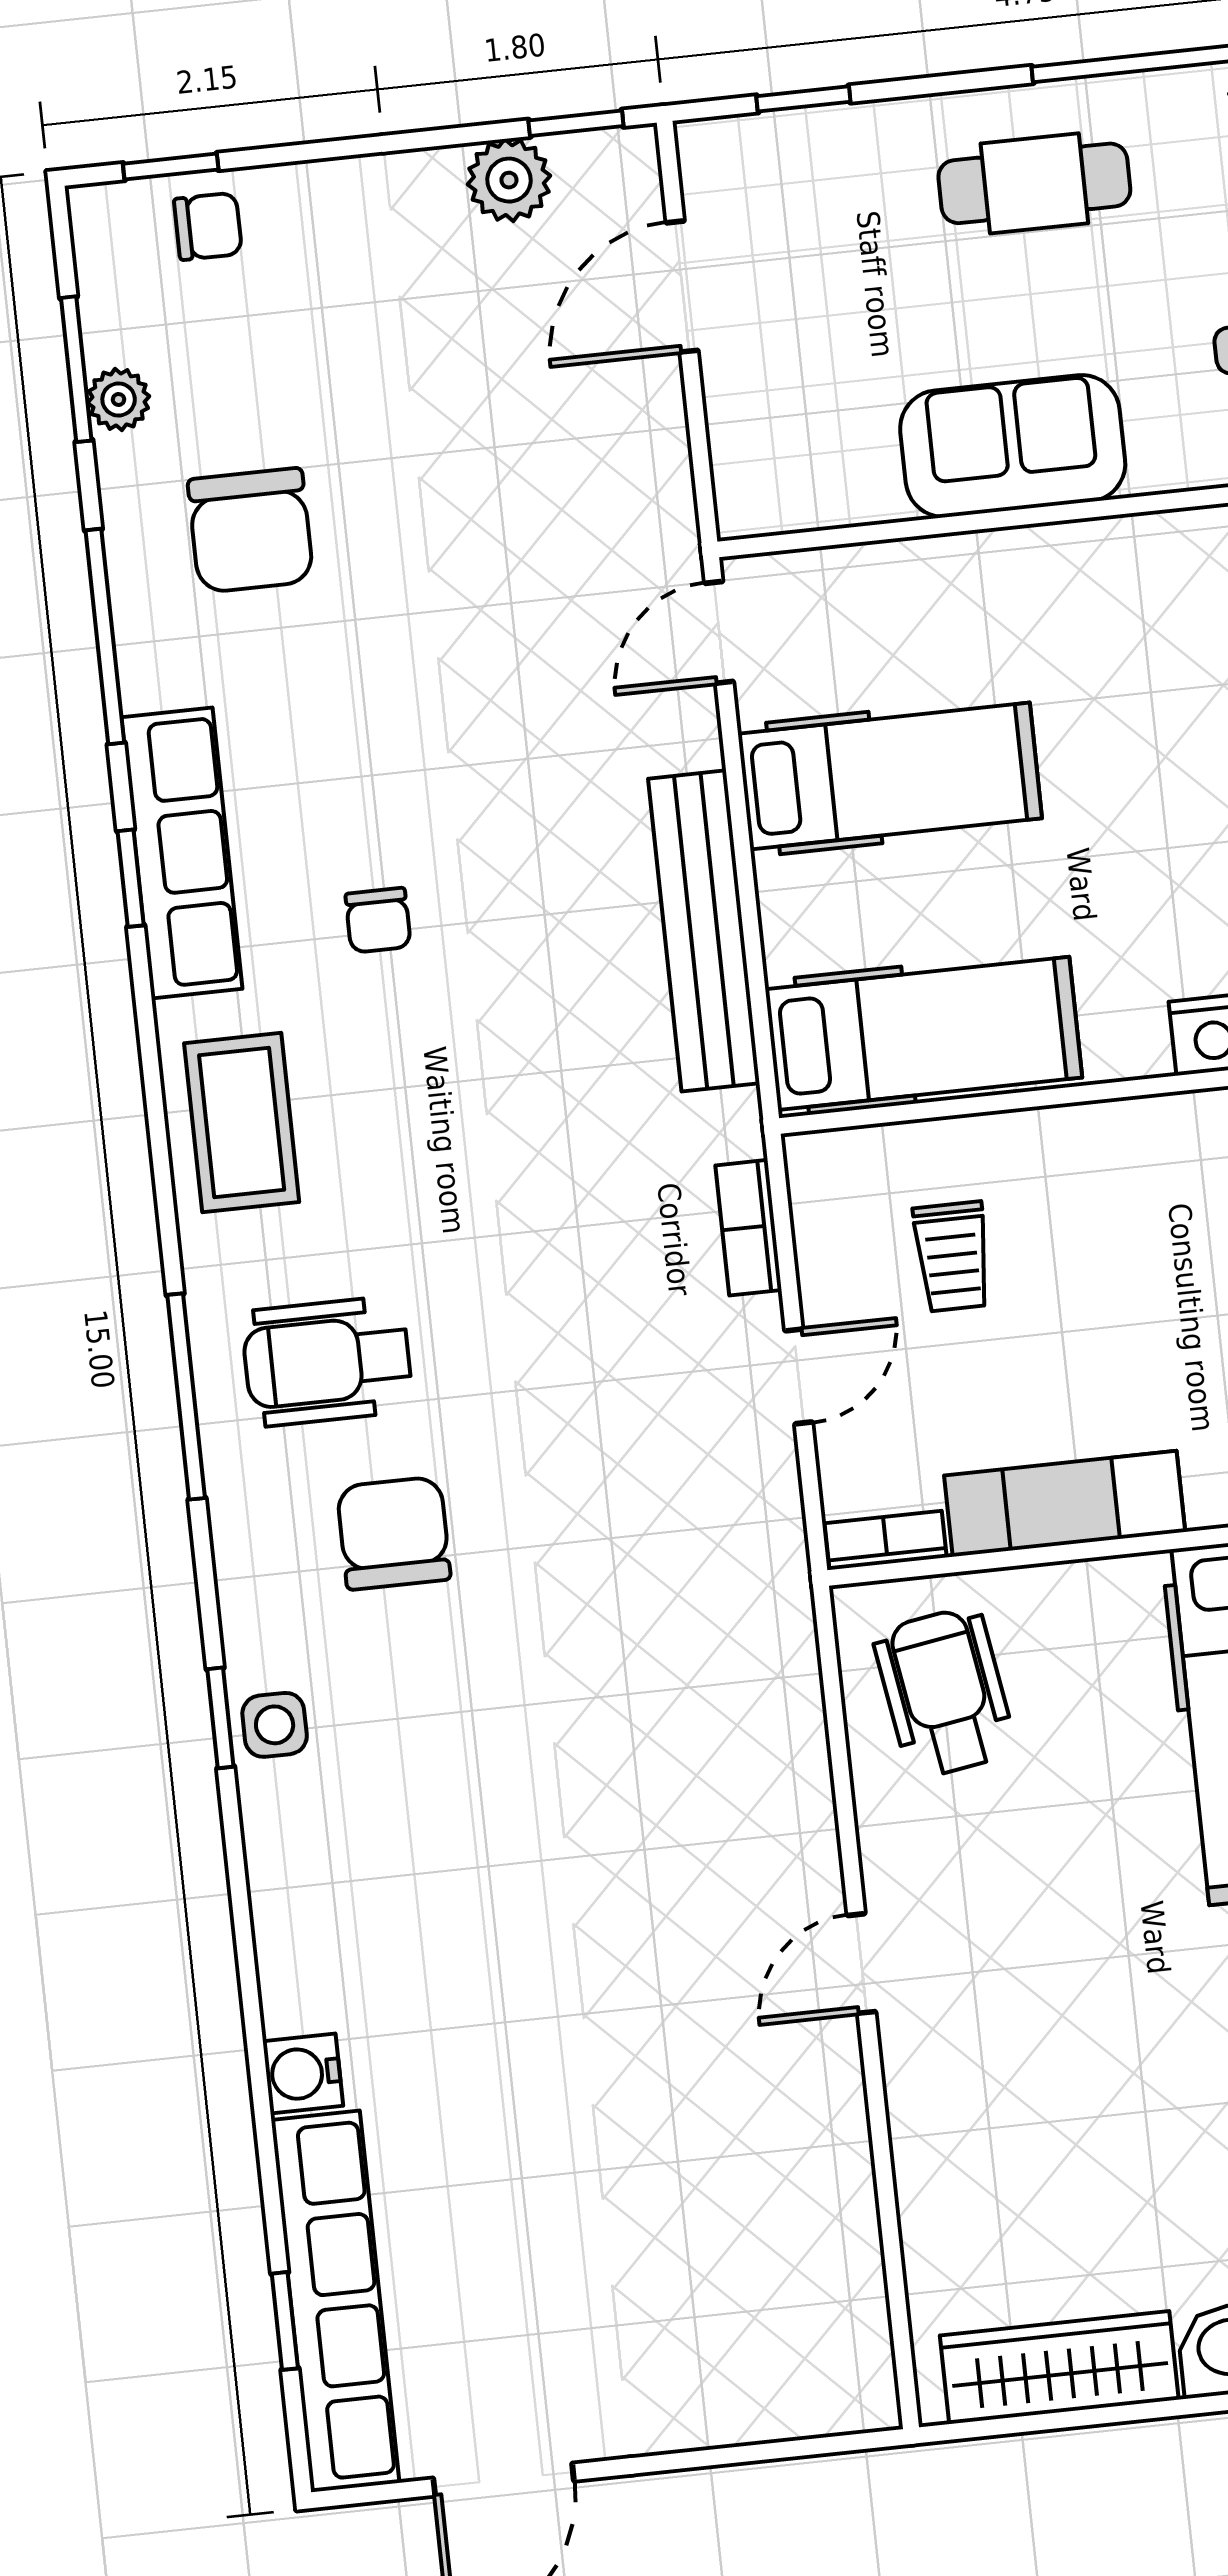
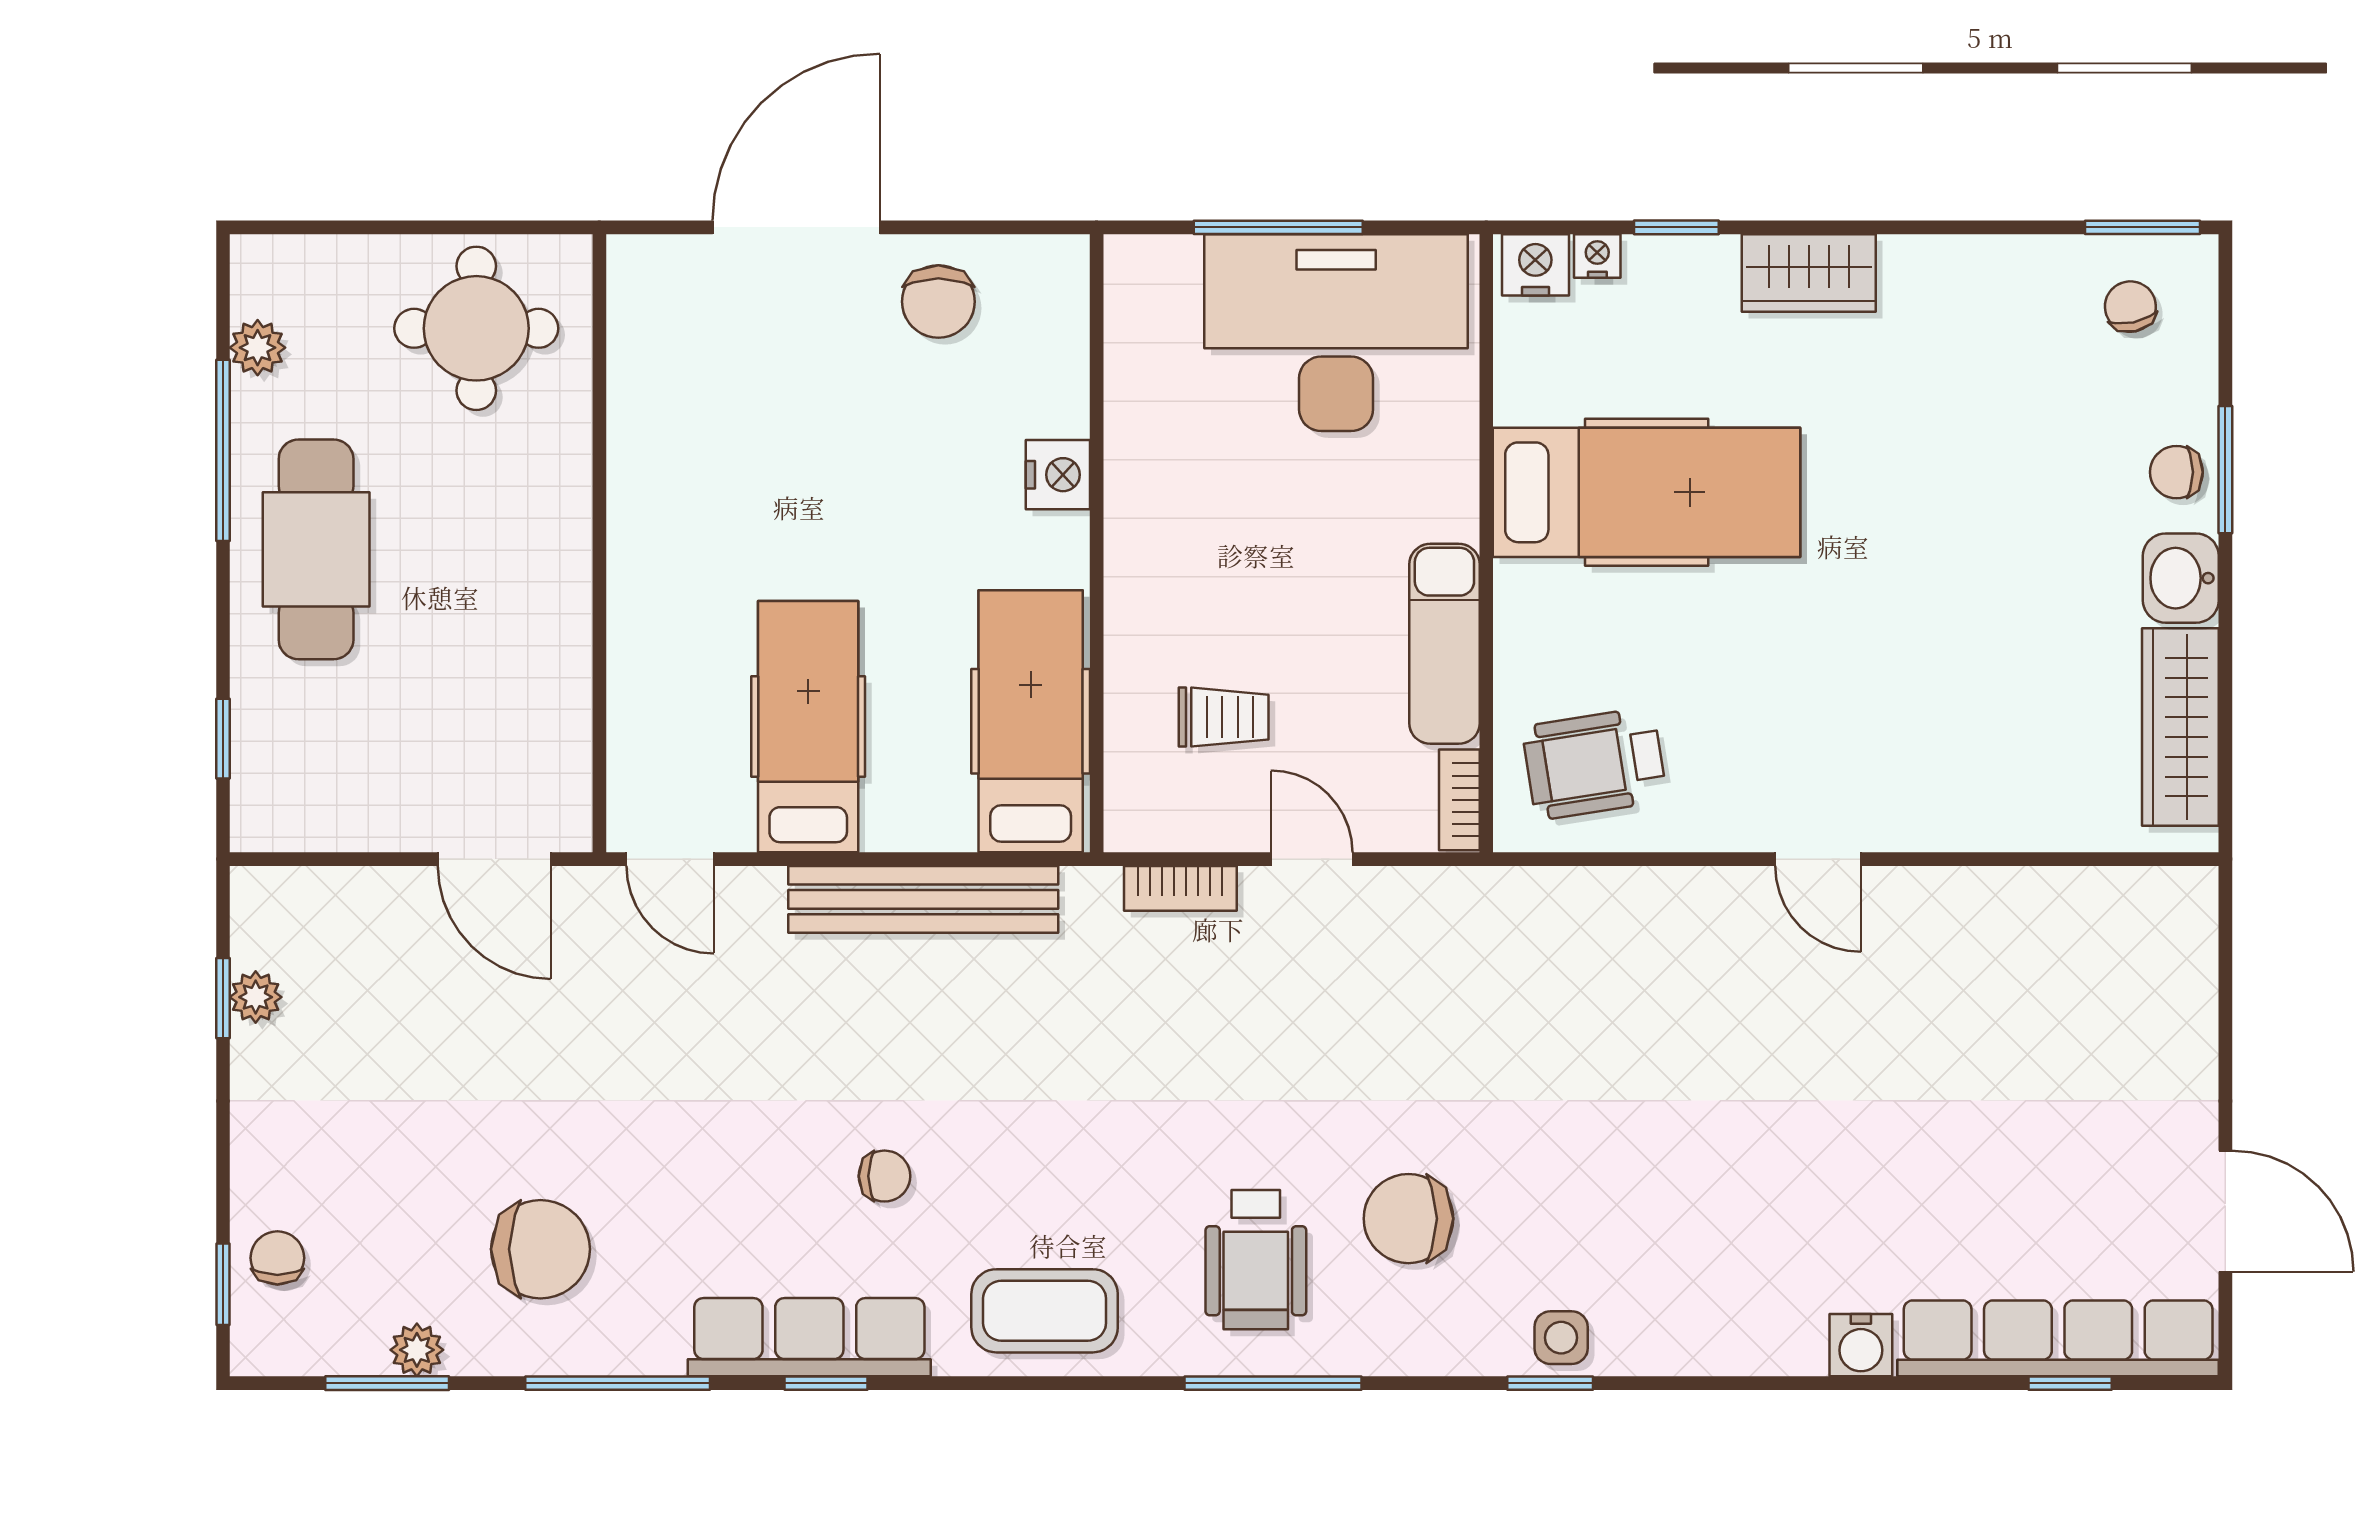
window: (576, 123) -> (223, 998), moved
plant: (509, 180) -> (256, 997), width x0.73, depth x0.73
cafe table: (1034, 183) -> (316, 549), width x1.37, depth x1.35
door: (682, 287) -> (494, 859), moved
sofa: (1013, 446) -> (538, 592), removed

